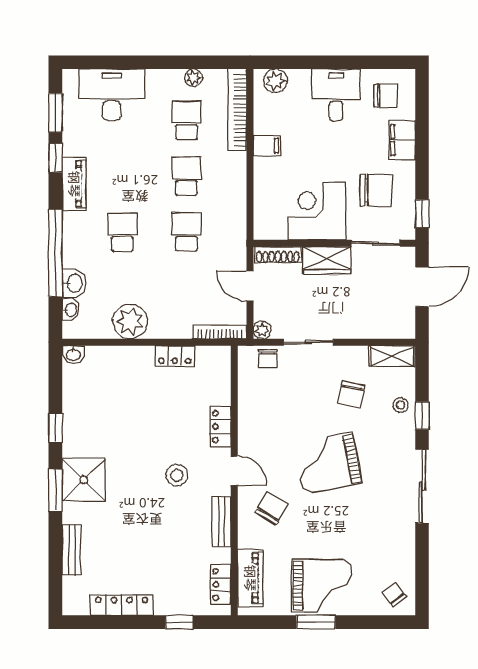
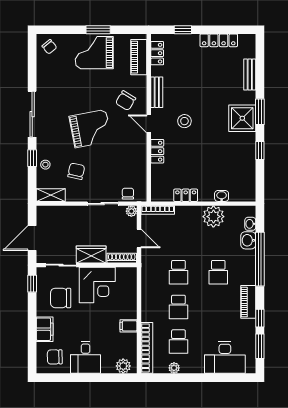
washbasin: (73, 355) -> (222, 196), moved

